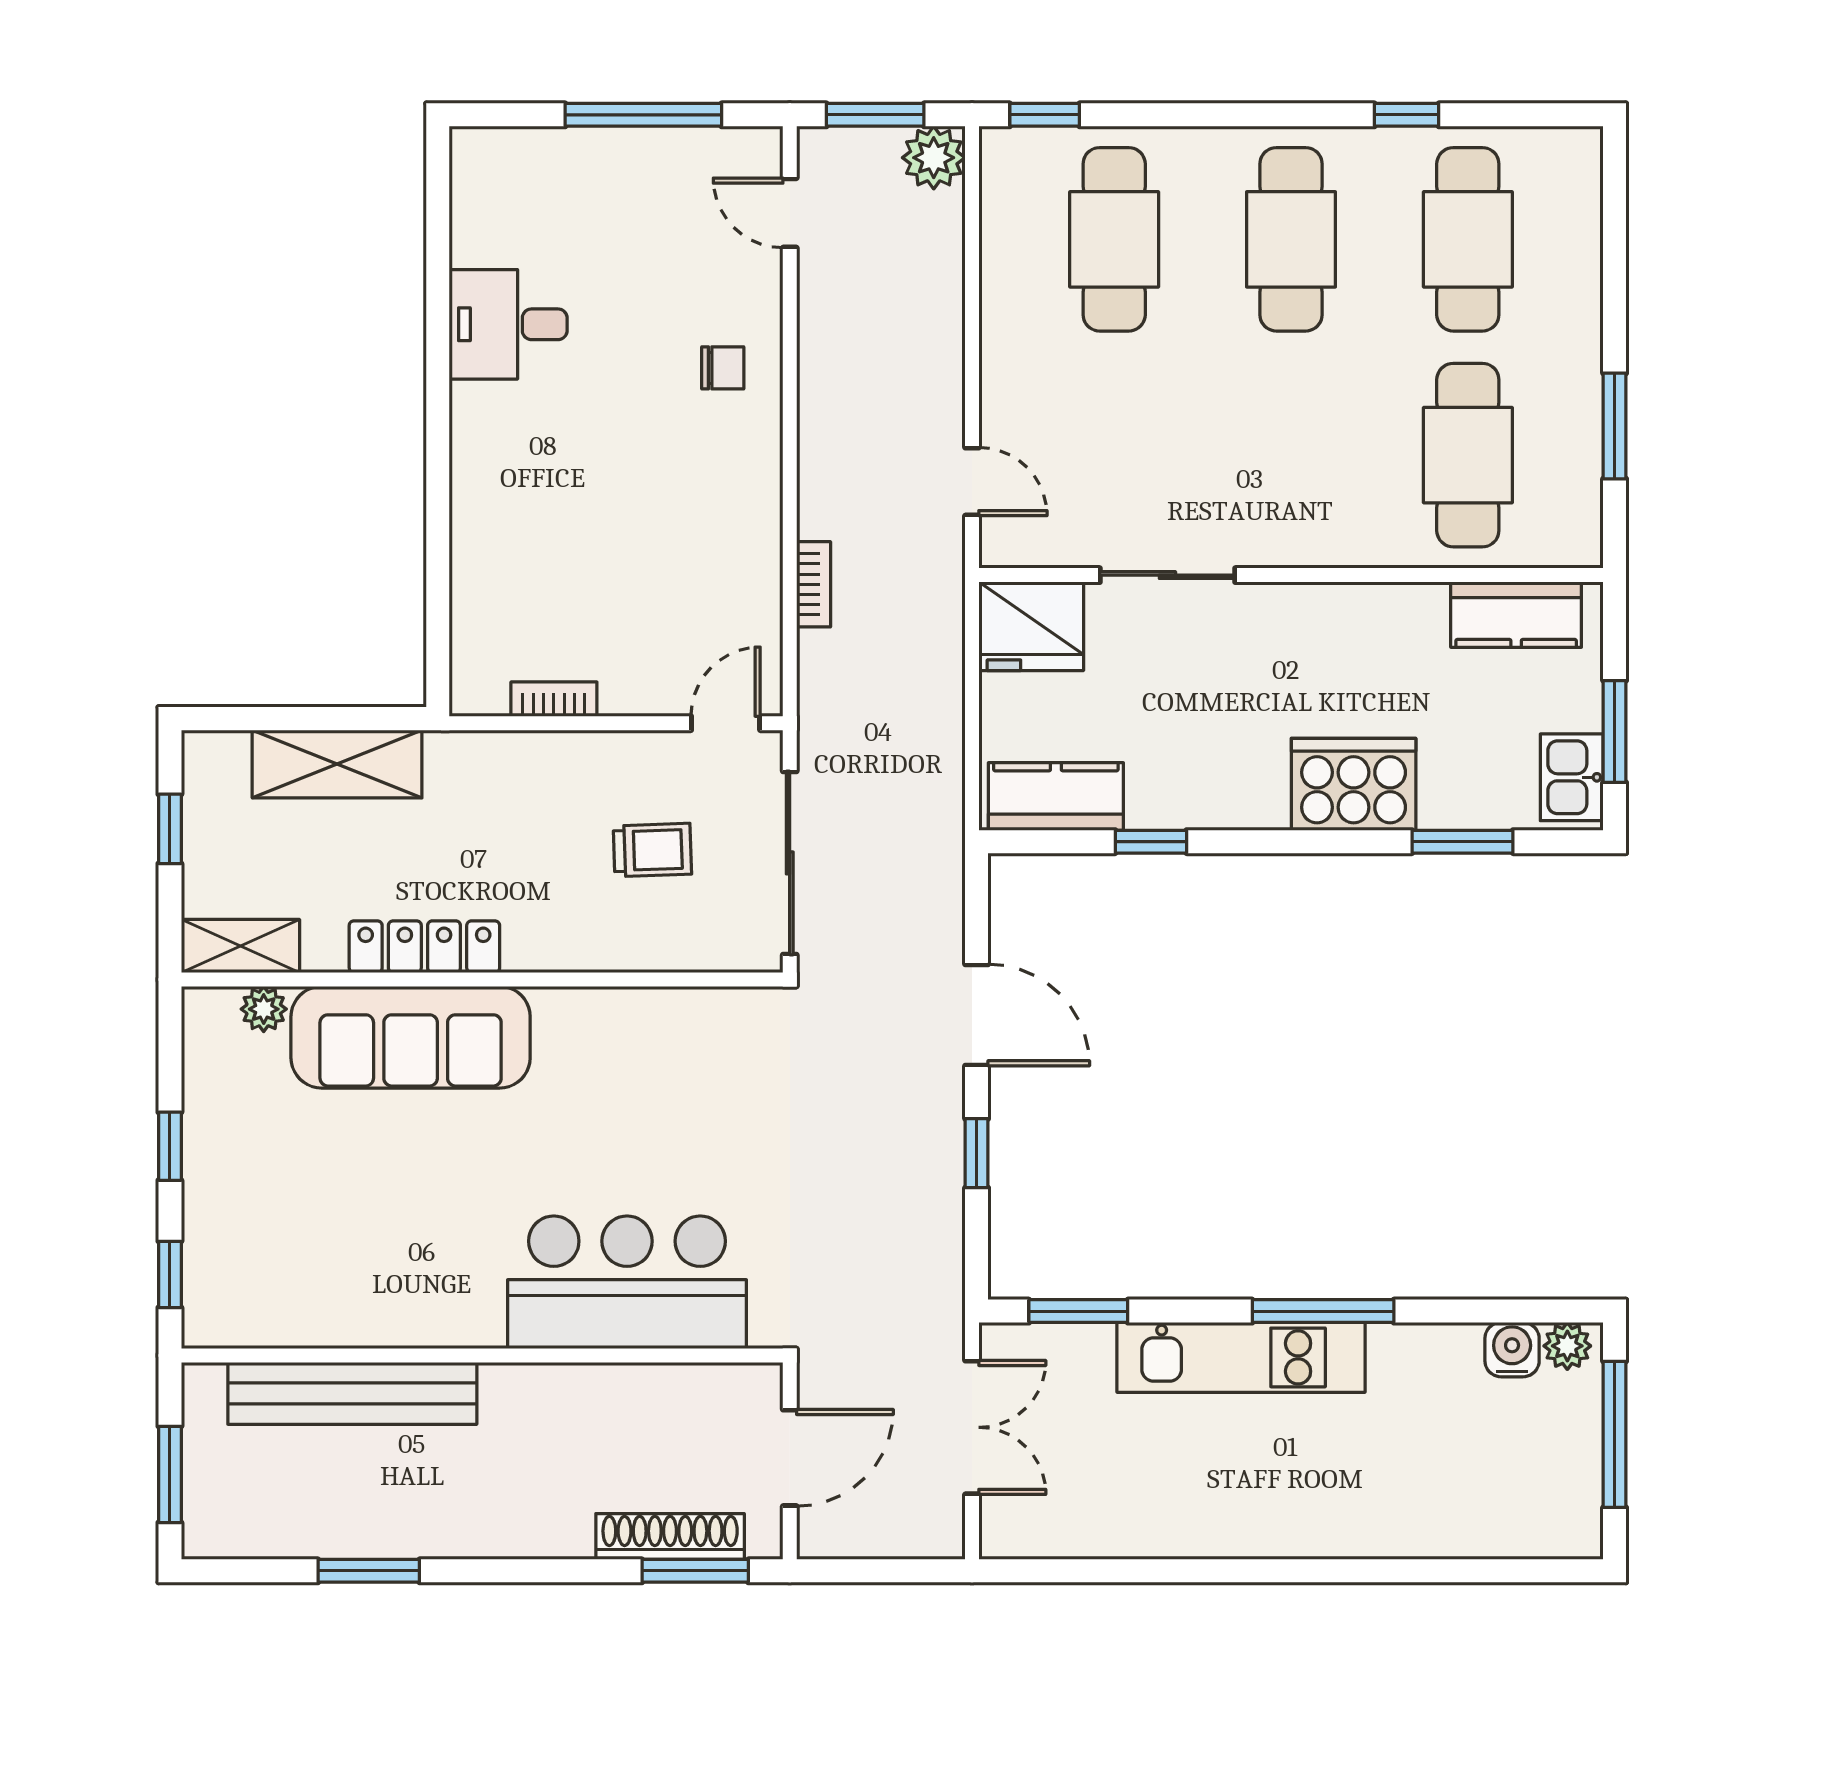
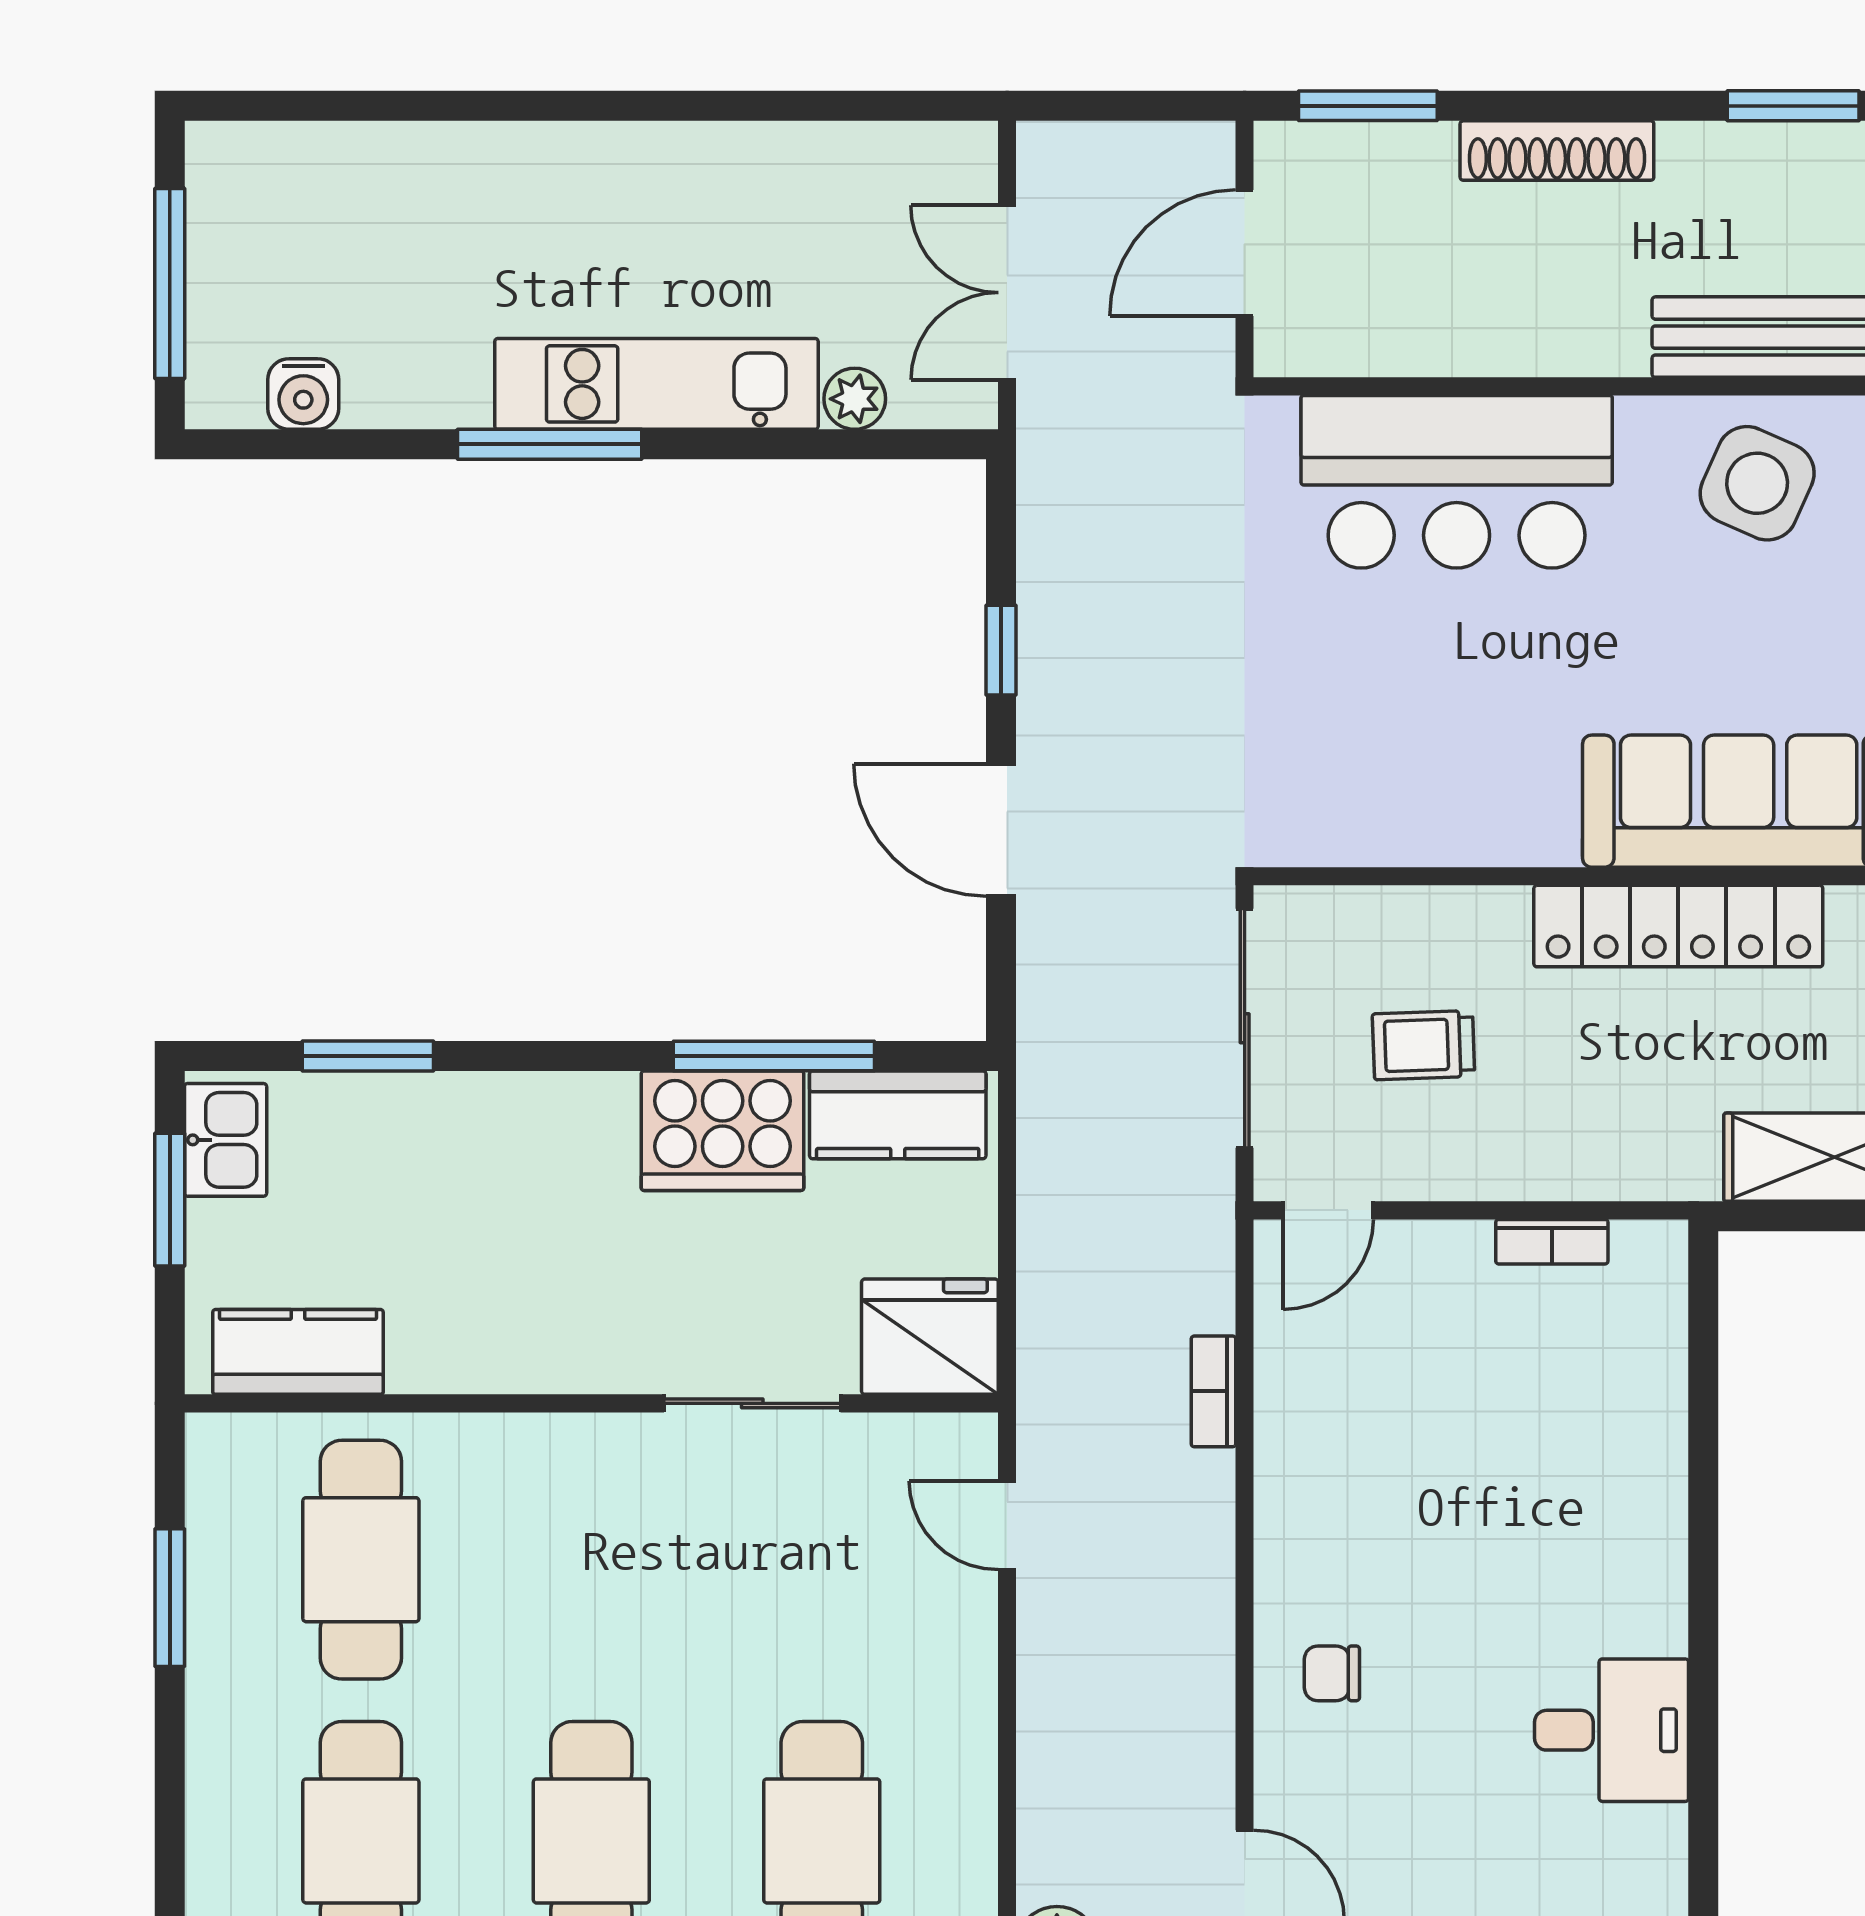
cooker: (1354, 784) -> (723, 1131), moved
window: (1151, 842) -> (774, 1056), width x2.17
locker: (424, 947) -> (1678, 926), width x1.41, depth x1.21
side table: (396, 1281) -> (1757, 483), added
window: (1078, 1311) -> (868, 444), removed
plant: (1567, 1346) -> (855, 399), moved
shoe rack: (670, 1536) -> (1557, 151), moved

